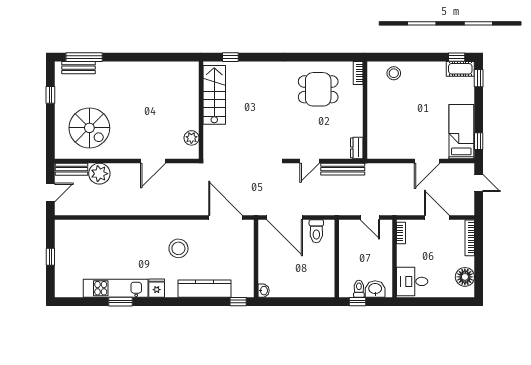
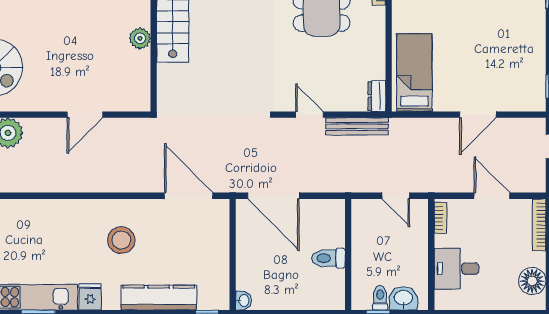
bed: (461, 132) -> (414, 73), moved
plant: (191, 138) -> (140, 38), moved
door: (310, 161) -> (309, 115), swing flipped
toilet: (316, 231) -> (328, 258), moved, turned 90
desk: (412, 281) -> (456, 269), moved

